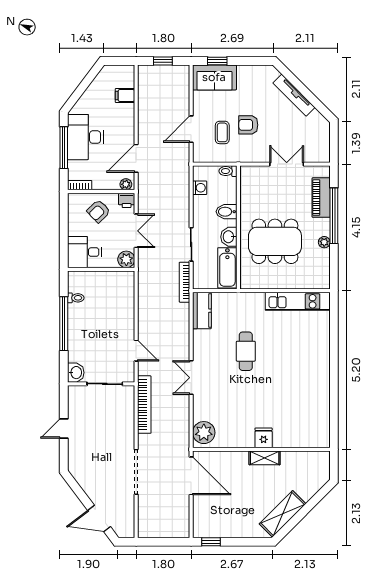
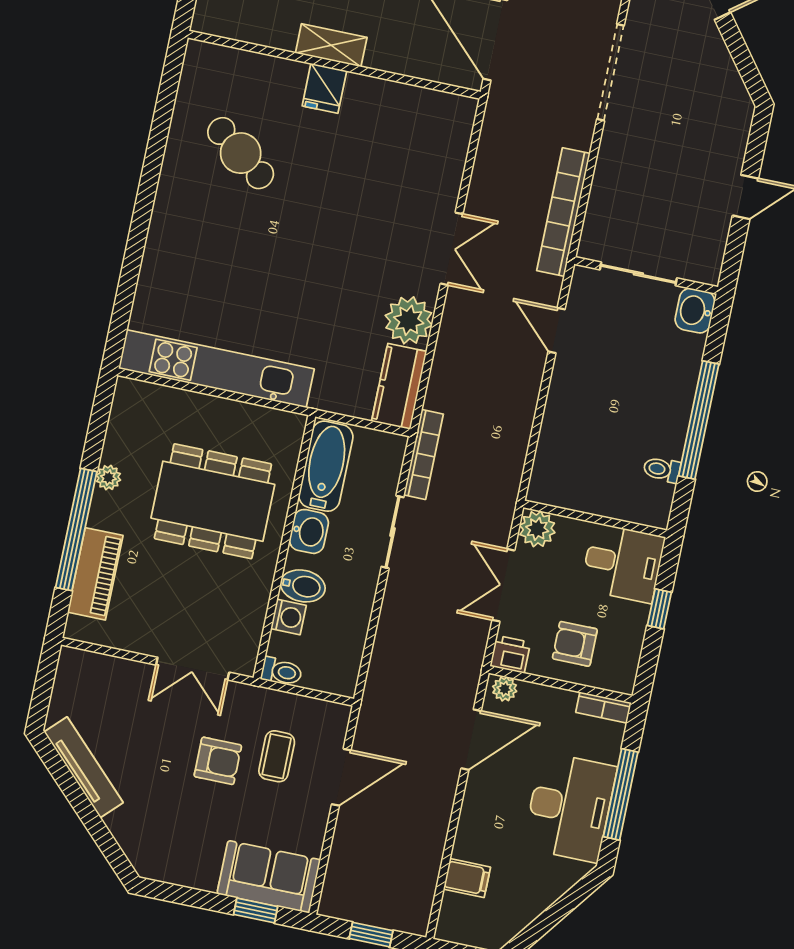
tv unit: (294, 95) -> (84, 767), moved
double door: (287, 164) -> (193, 669), moved
washing machine: (200, 188) -> (288, 617), moved, turned 180
armchair: (99, 211) -> (575, 644), turned -136
window: (64, 235) -> (659, 609), added
kitchen unit: (298, 301) -> (216, 369), width x1.36
cafe table: (246, 351) -> (241, 153), moved, turned -53
plant: (204, 433) -> (409, 320), moved

